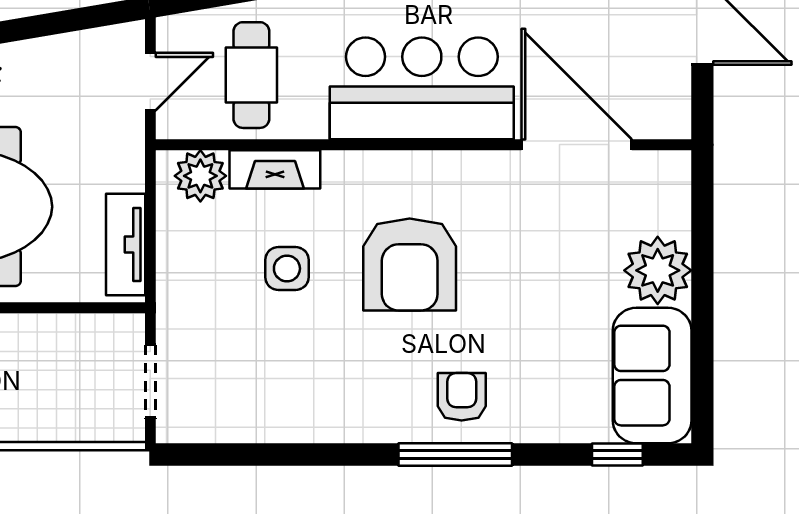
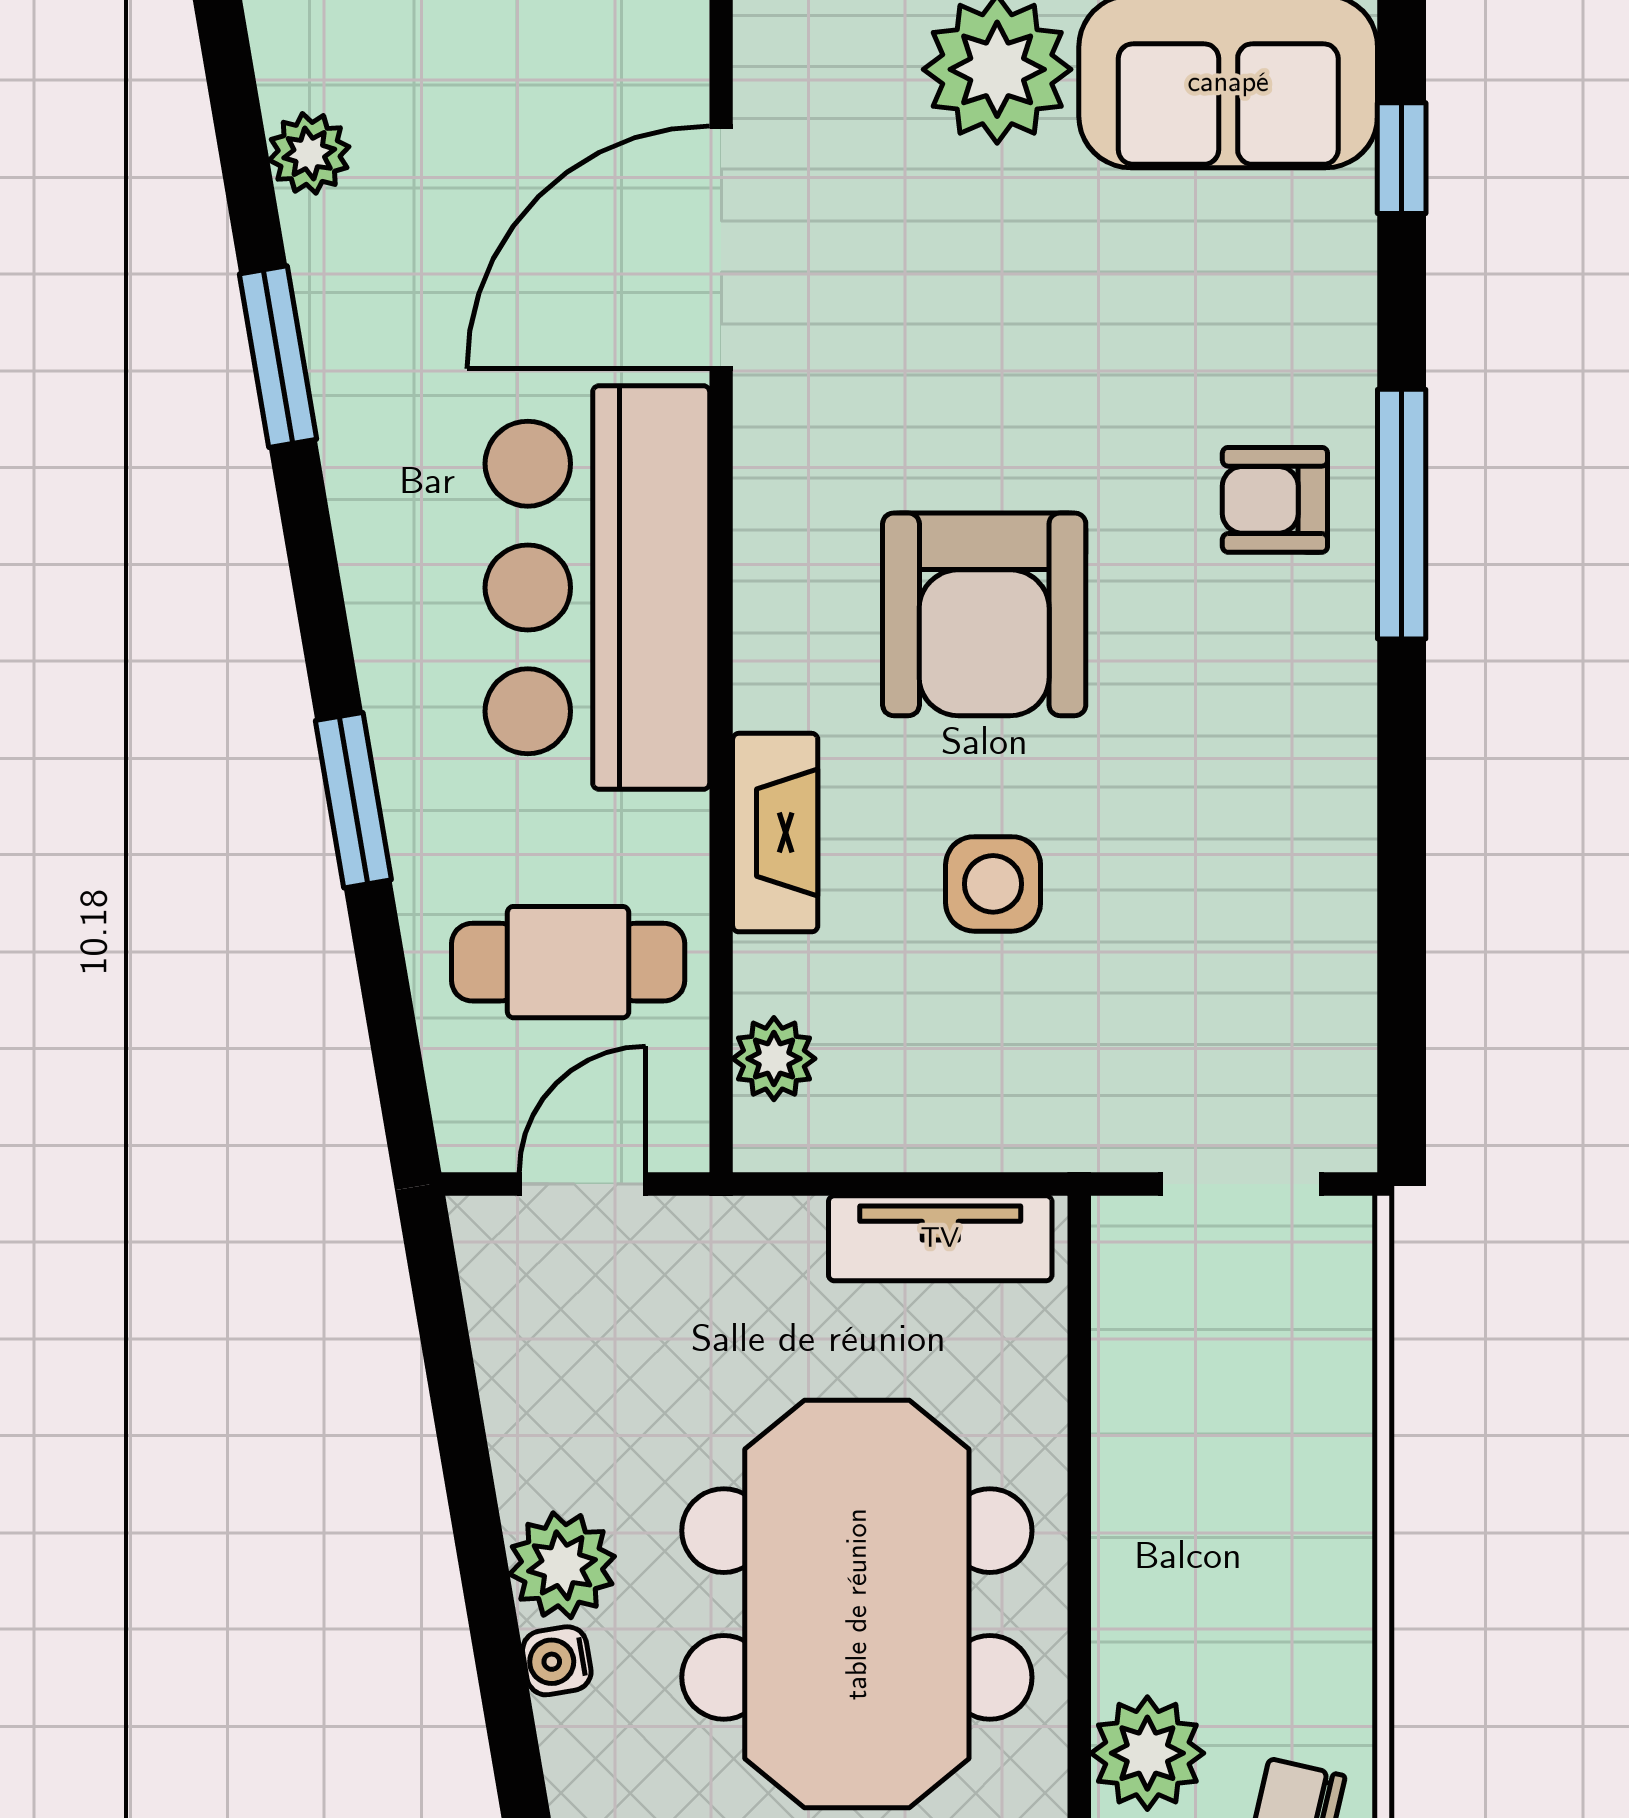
door: (150, 82) -> (582, 1184), hinge flipped
fireplace: (275, 169) -> (775, 833), moved
plant: (200, 176) -> (774, 1059), width x0.73, depth x0.73
armchair: (410, 264) -> (984, 614), turned 90

